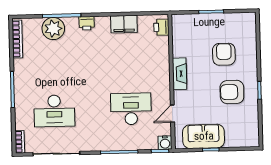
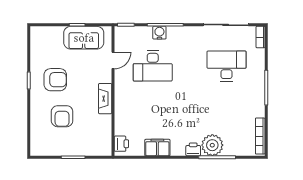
plant: (53, 29) -> (212, 145), moved
water cooler: (165, 143) -> (159, 33), moved

